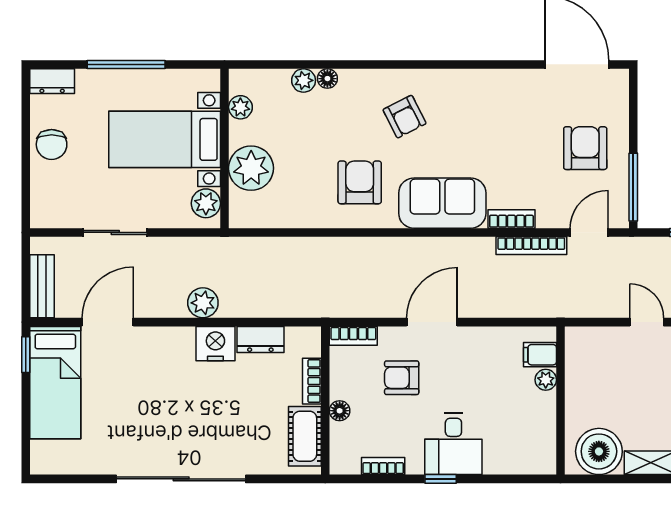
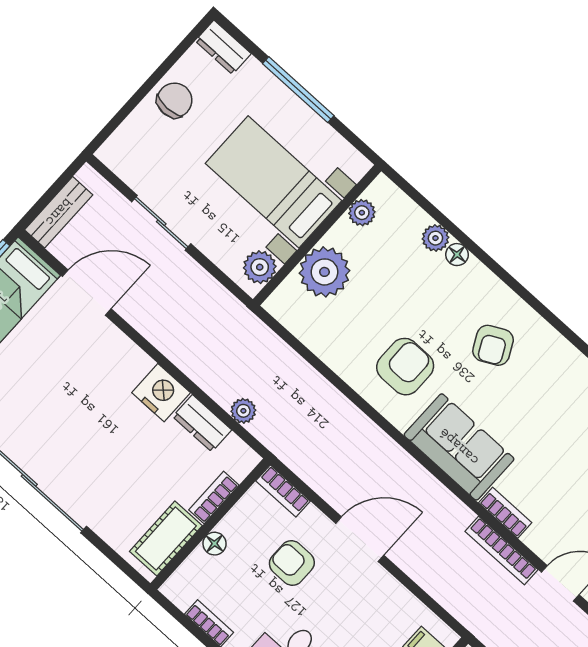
chair: (52, 144) -> (175, 100), turned 180
plant: (203, 303) -> (243, 411), moved, width x0.73, depth x0.73

